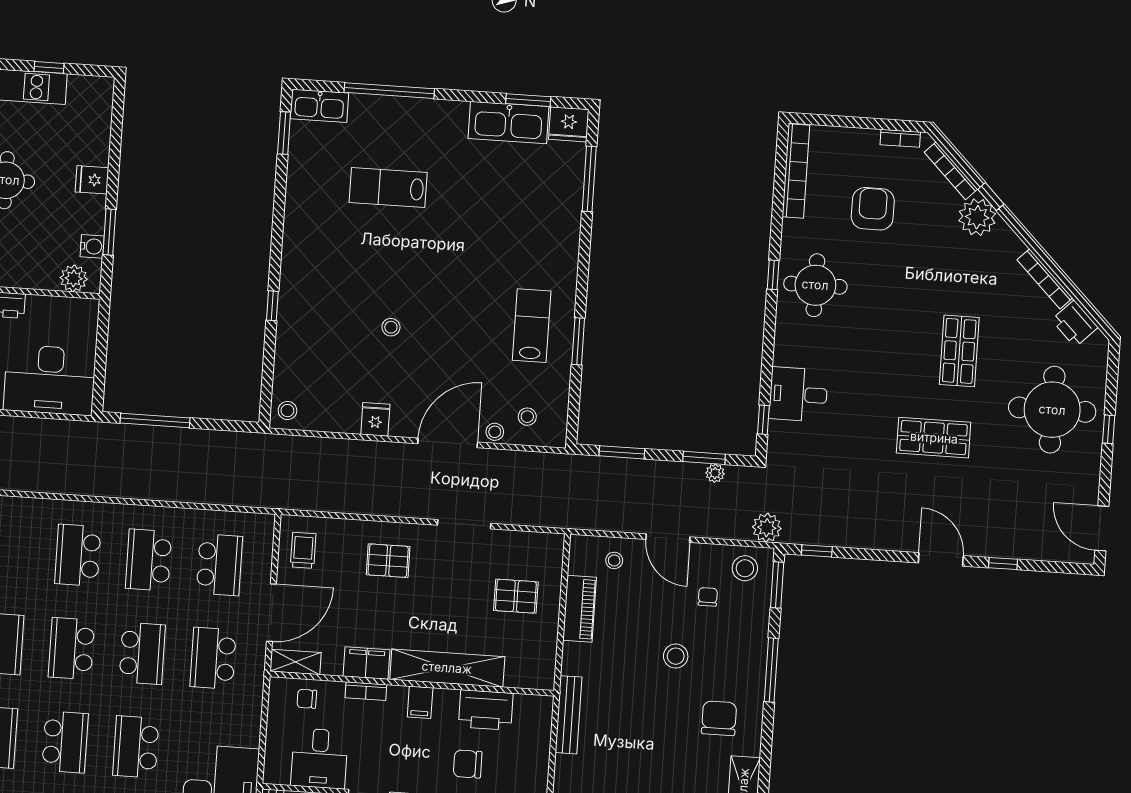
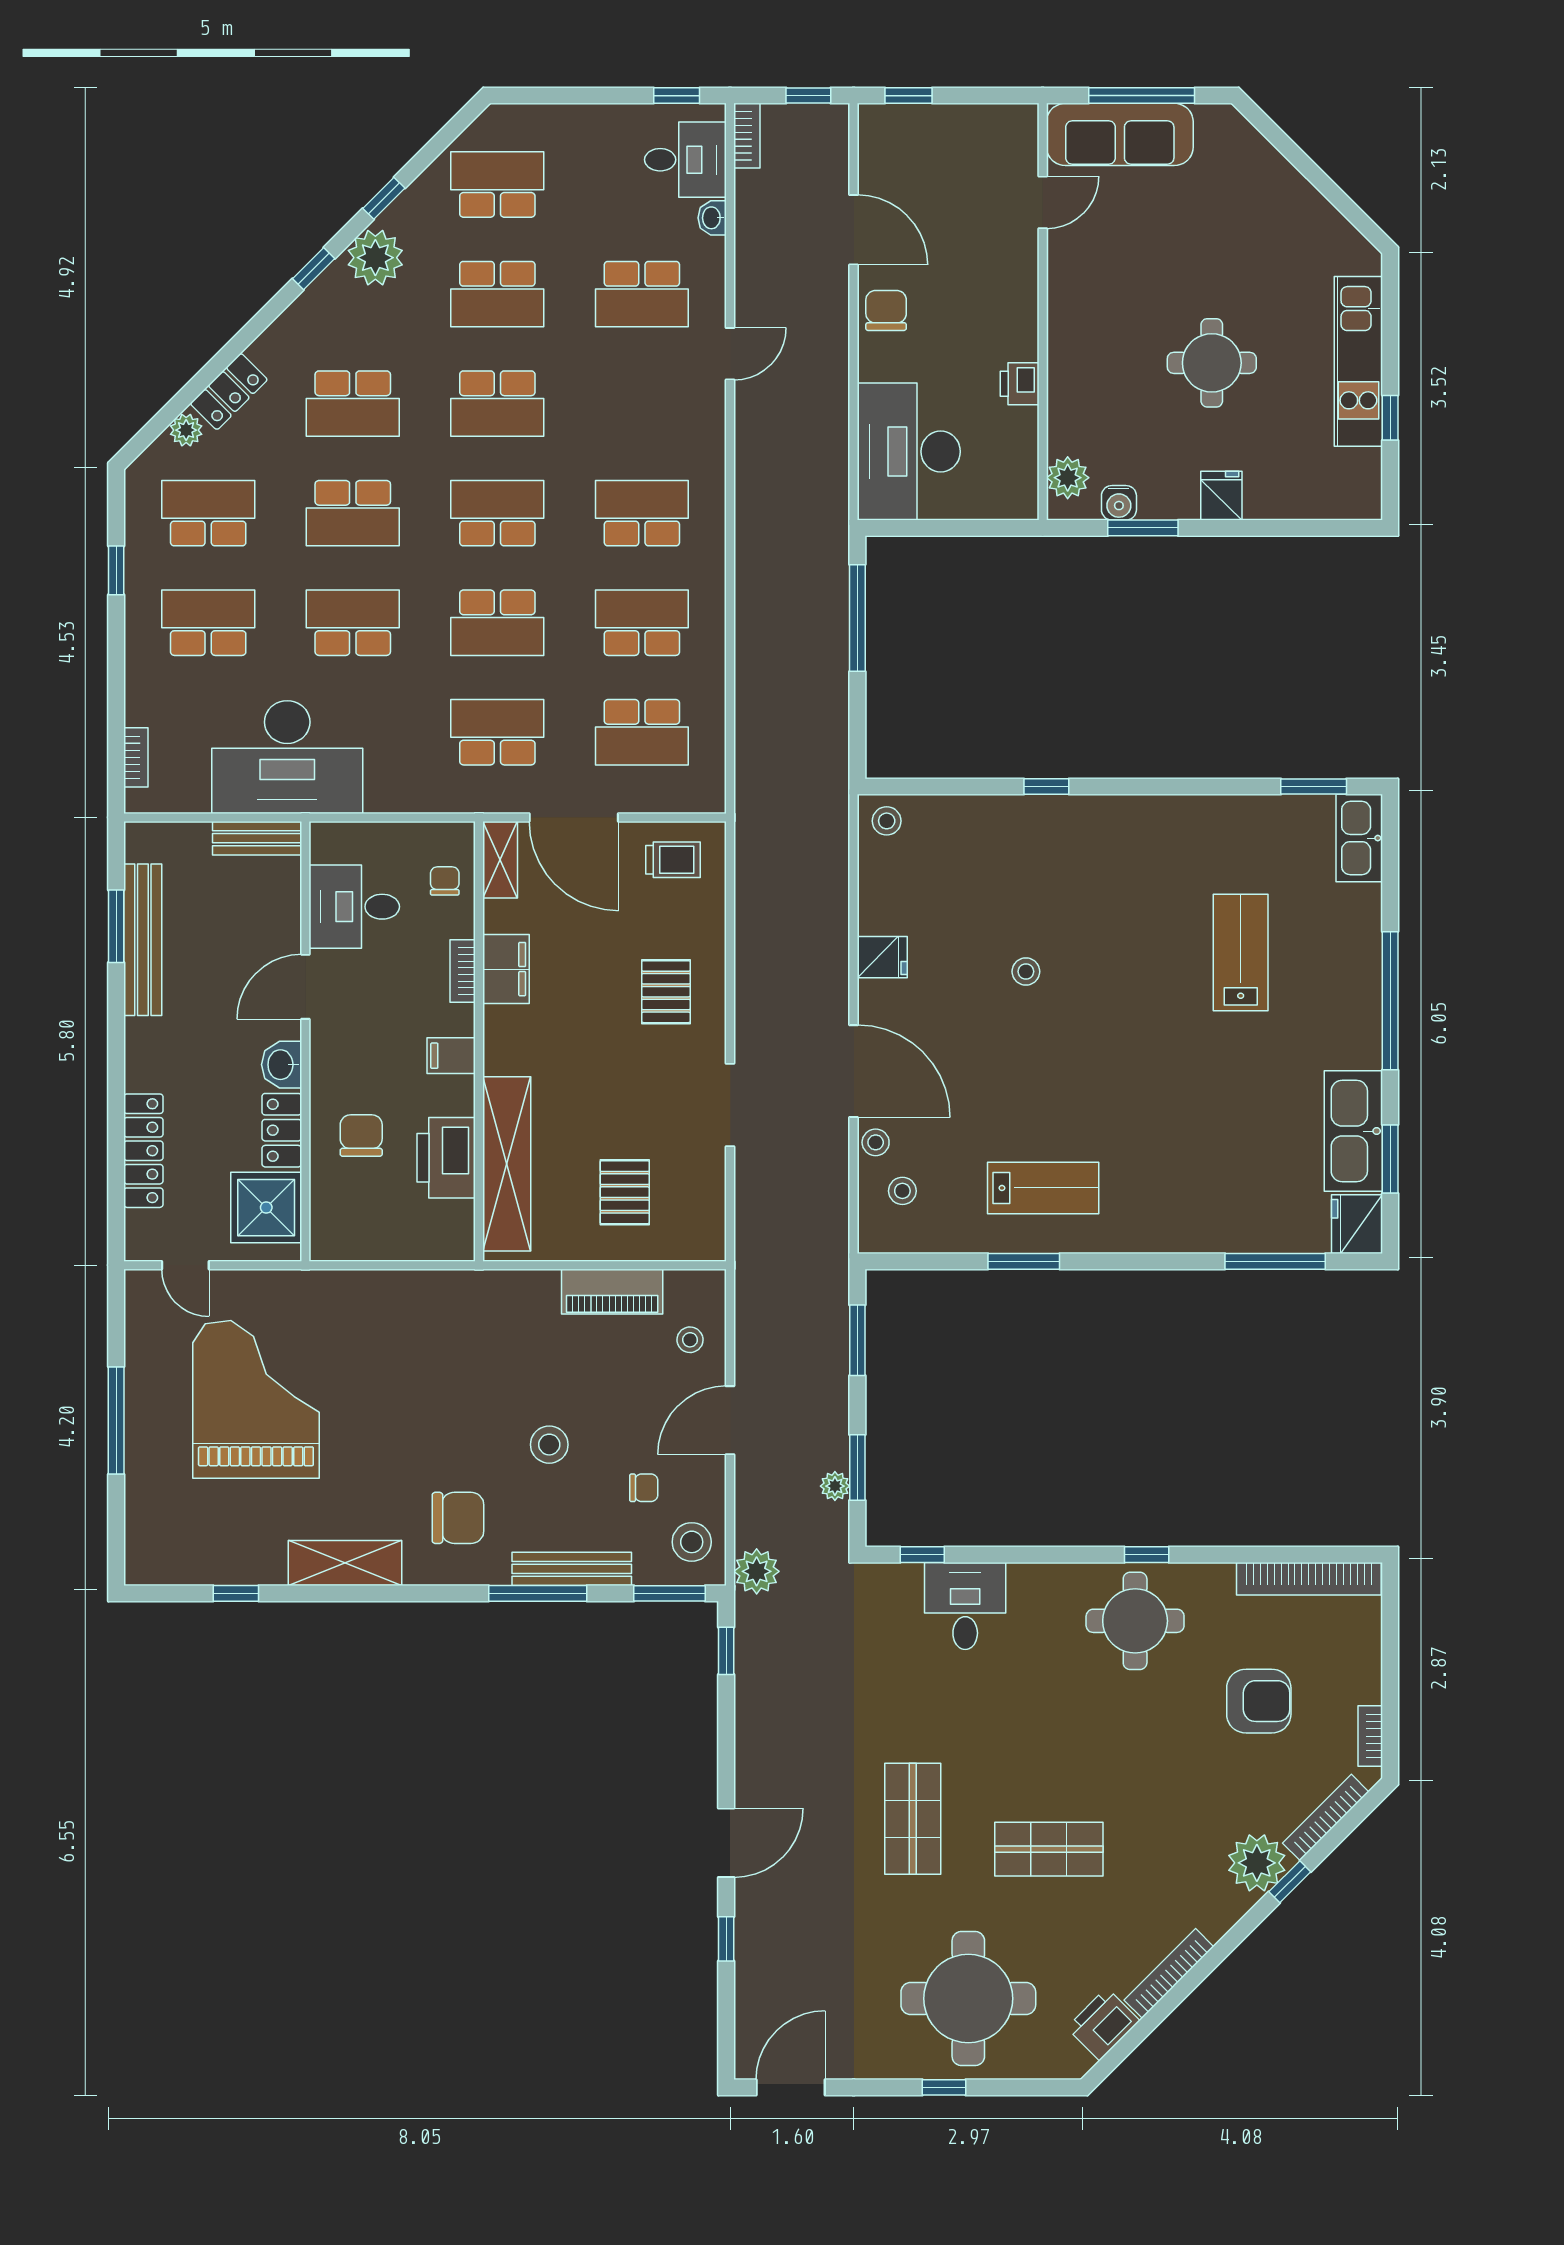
window: (389, 91) -> (1390, 1001), moved
shelving: (447, 668) -> (507, 1164), moved
bench: (569, 715) -> (572, 1569), moved

